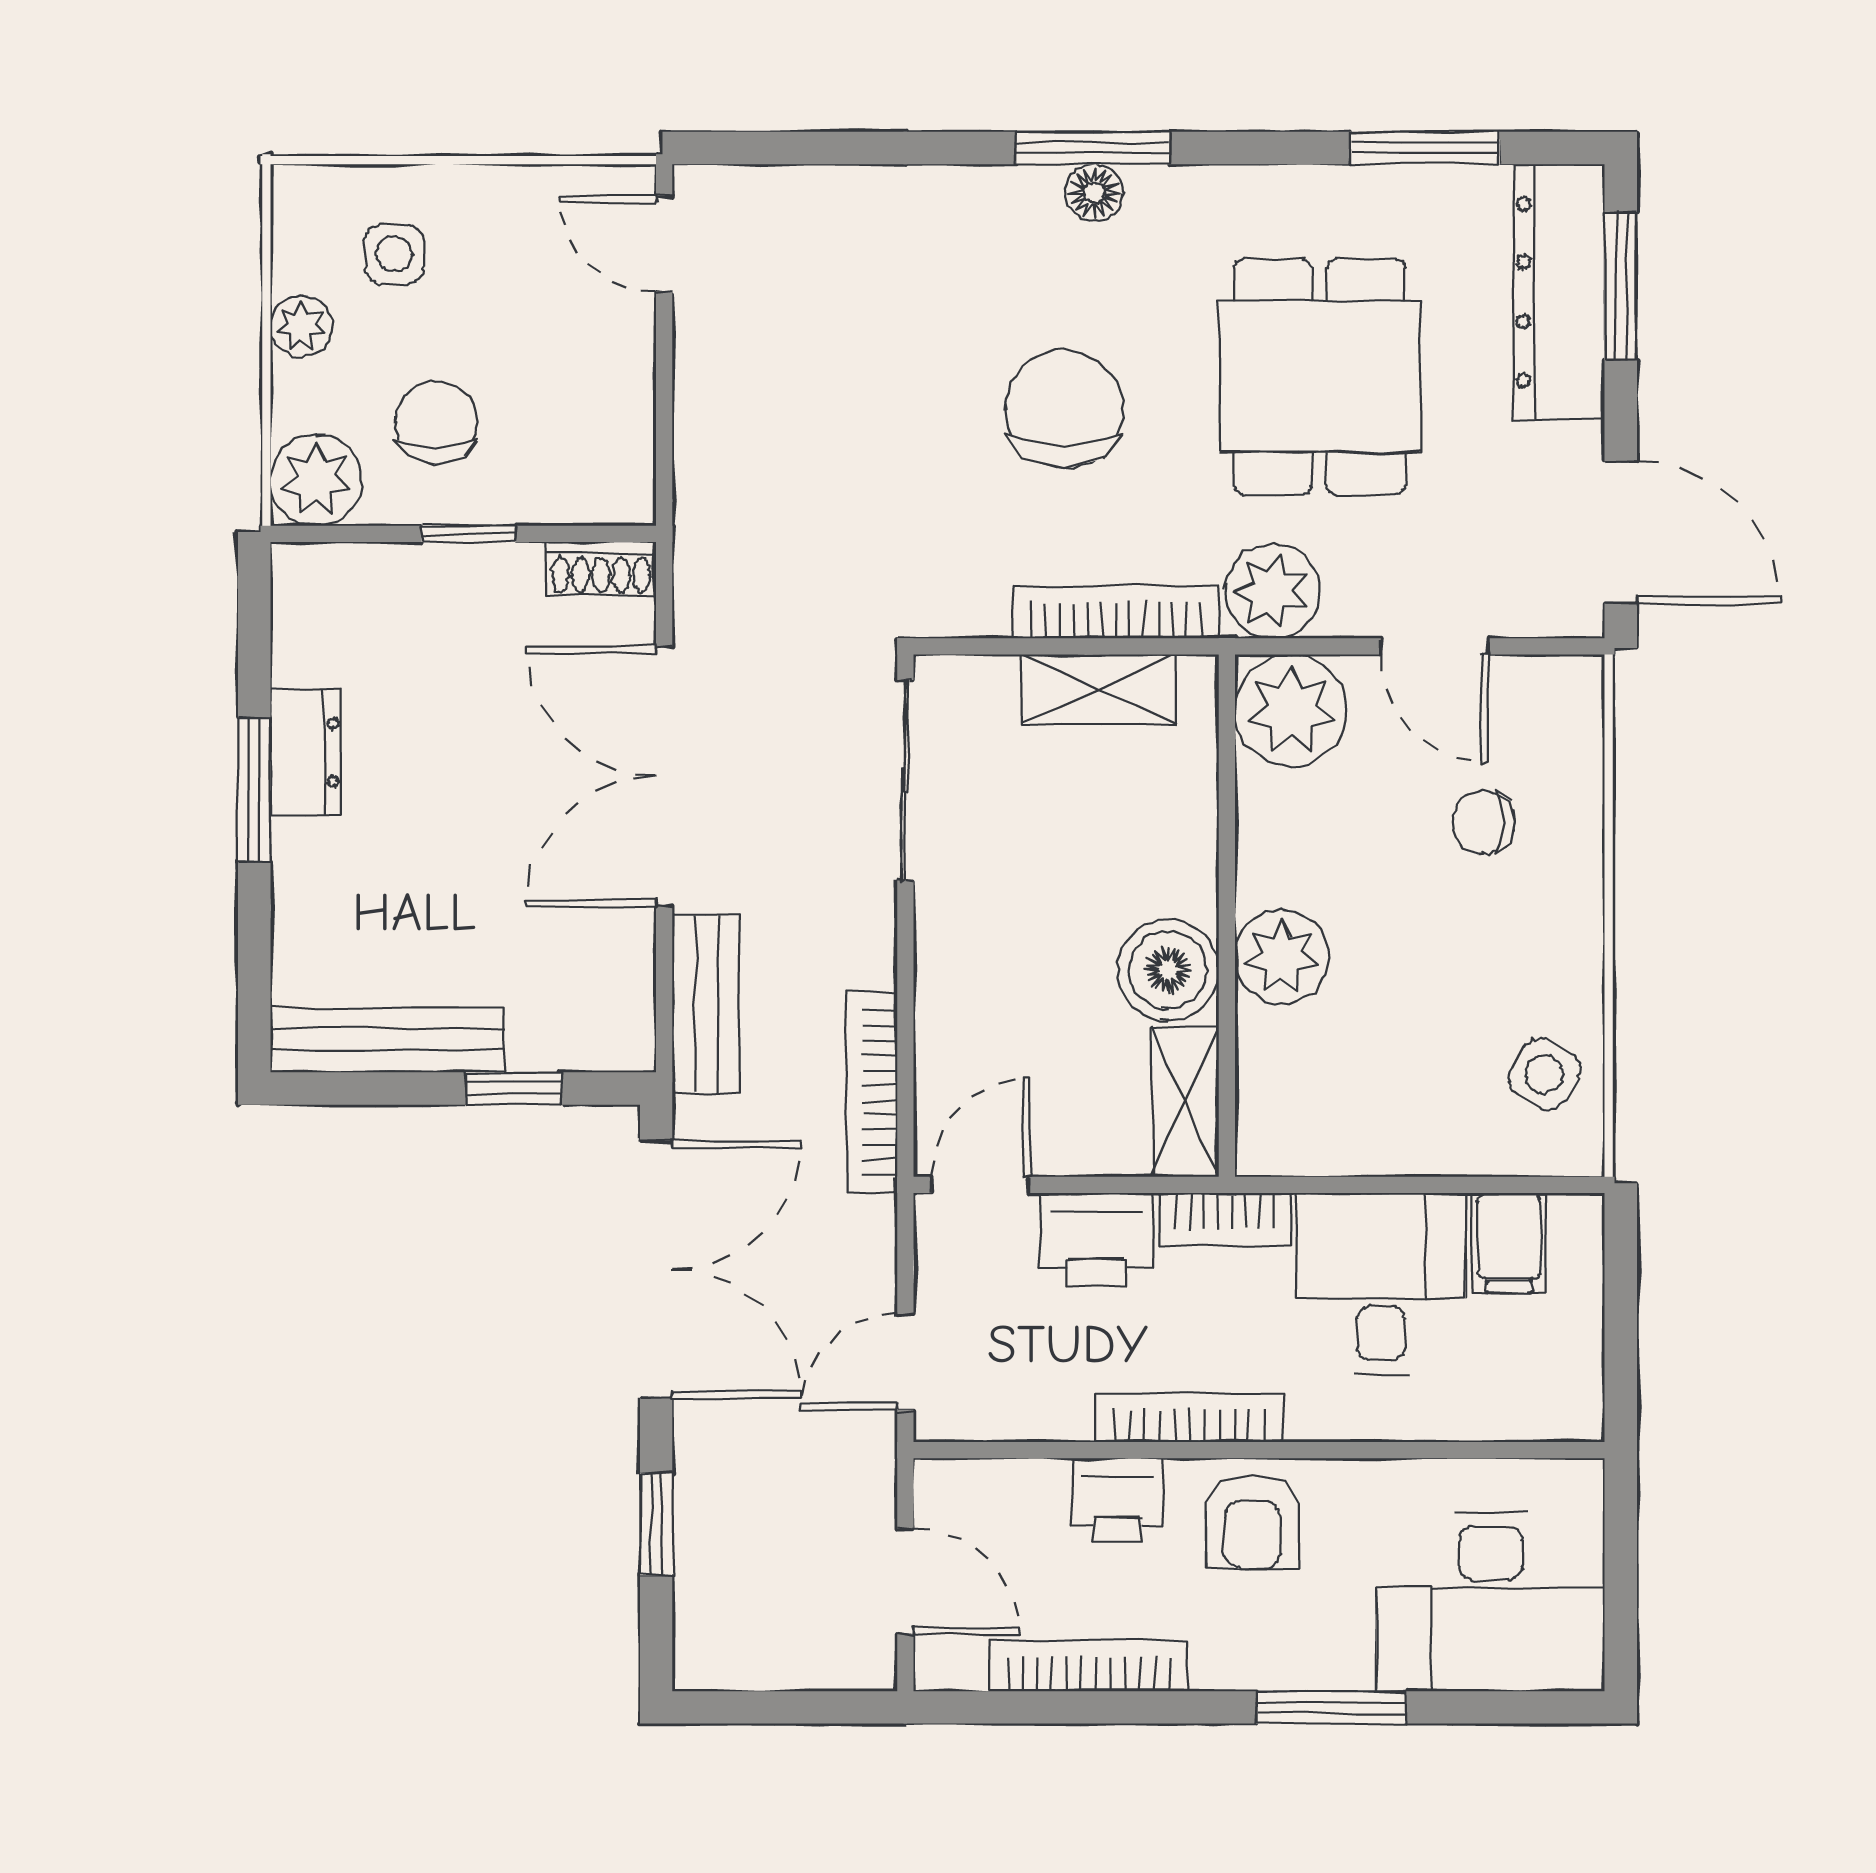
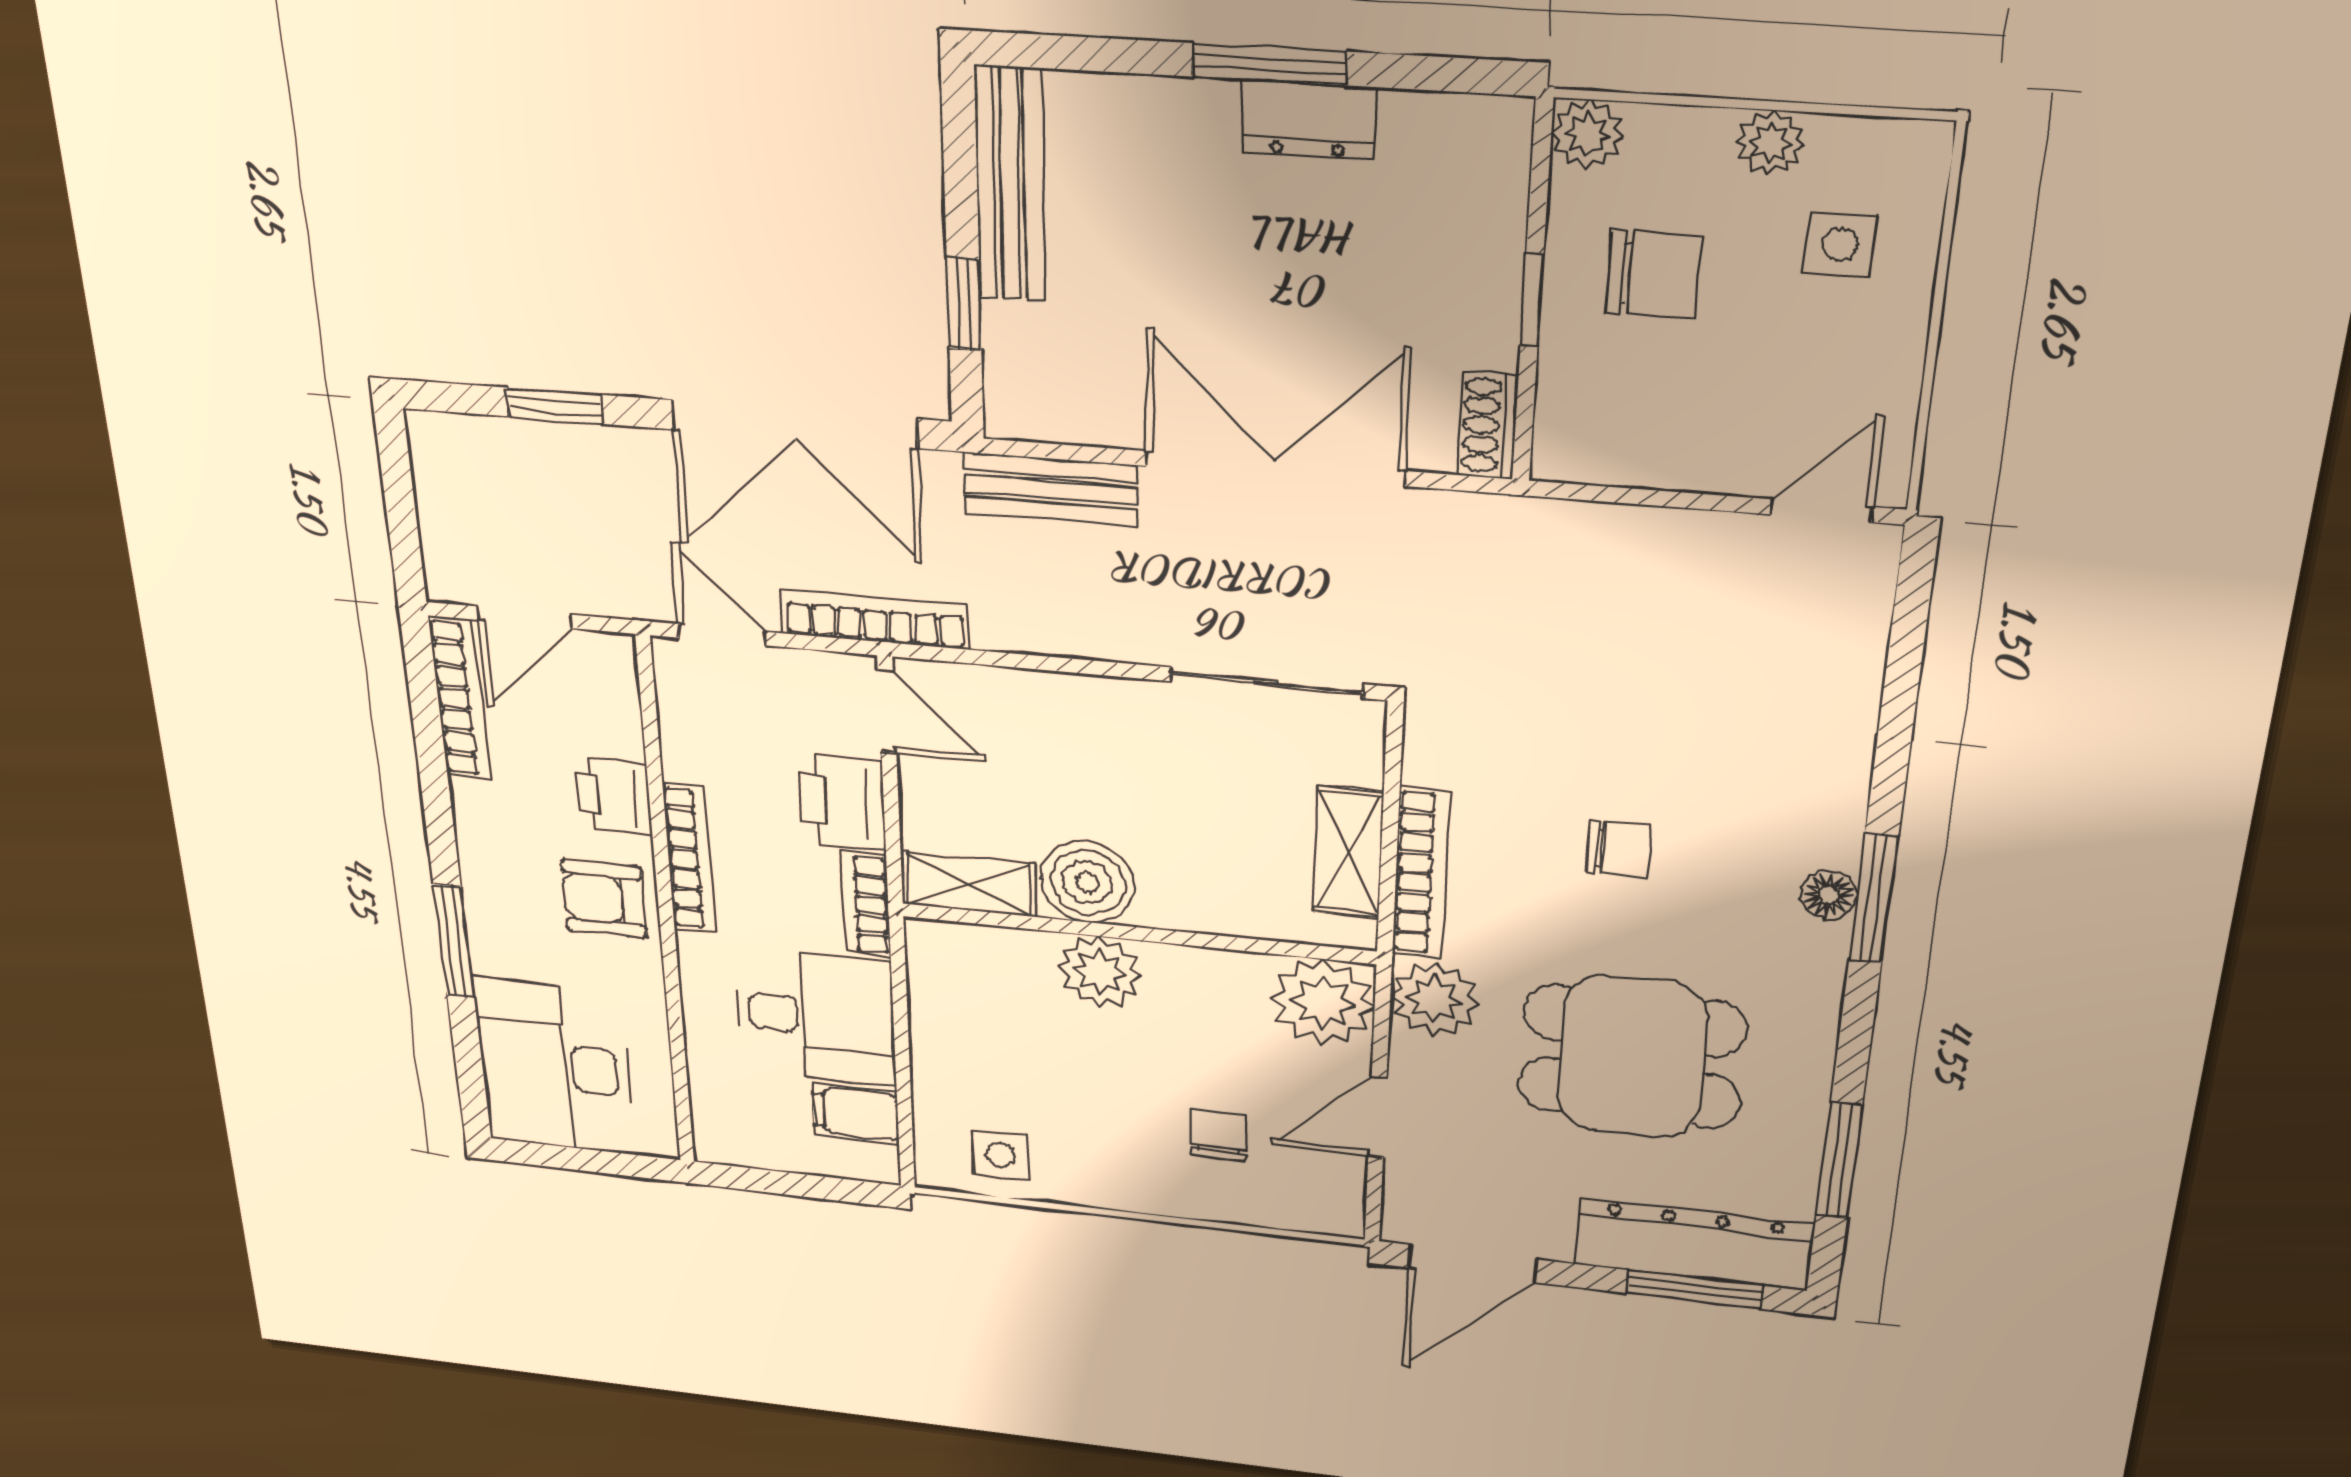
chair: (1064, 409) -> (1619, 849), width x0.54, depth x0.54
plant: (316, 480) -> (1587, 134), width x0.73, depth x0.73
side table: (1544, 1074) -> (1000, 1155), turned -31
bookcase: (872, 1093) -> (875, 620), moved
bookcase: (1089, 1666) -> (460, 699), moved

